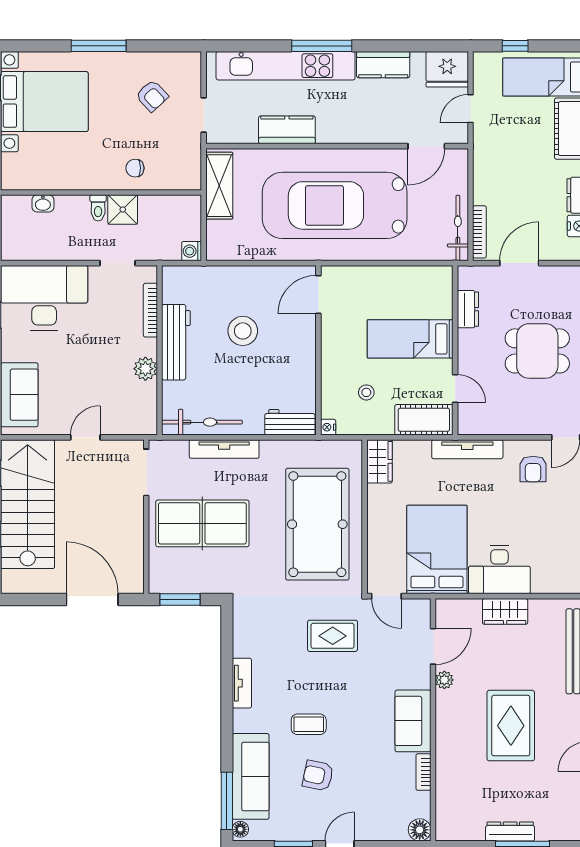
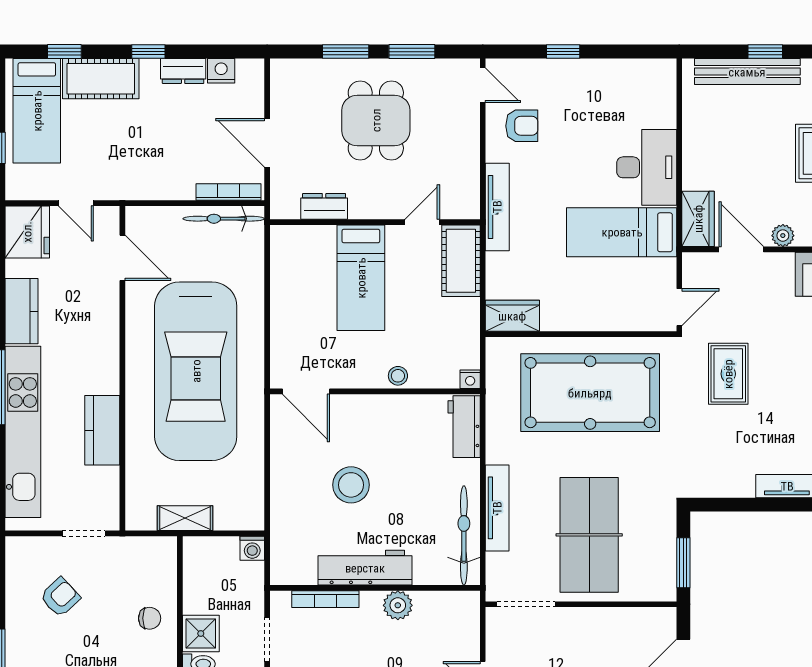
chair: (135, 168) -> (150, 618), turned -90
shelving: (219, 186) -> (185, 518), width x0.67, depth x0.75
stool: (366, 392) -> (398, 376), moved
bed: (437, 550) -> (622, 232), width x0.67
wardrobe: (505, 611) -> (698, 219), moved

